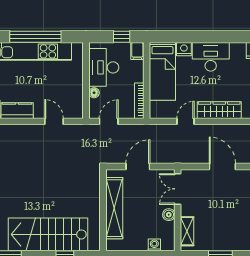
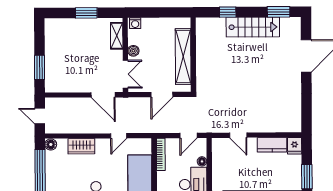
wardrobe: (219, 110) -> (81, 146), width x0.67
door: (222, 166) -> (103, 95), moved
stairs: (48, 234) -> (253, 27), width x0.73, depth x0.66
washing machine: (154, 245) -> (135, 23), moved

